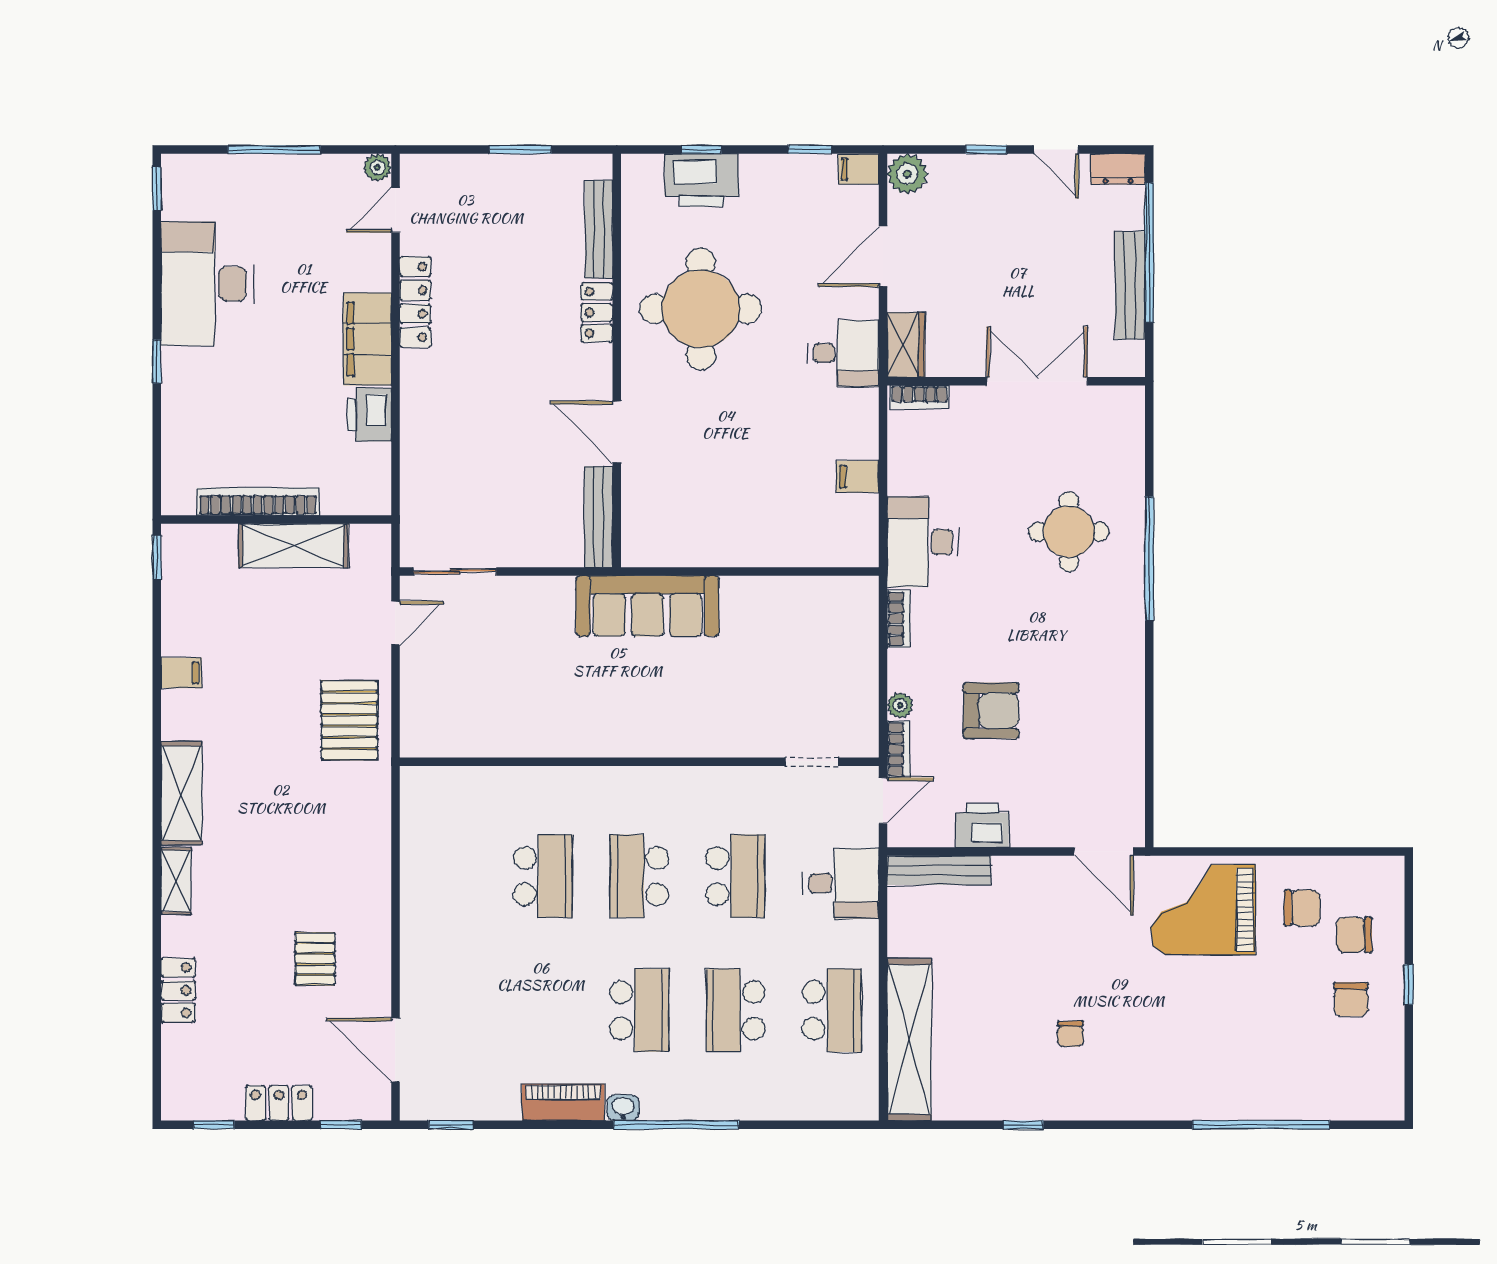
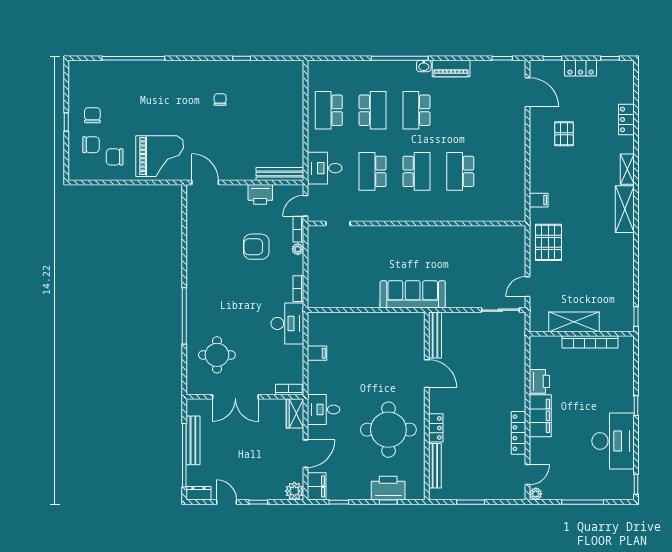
filing cabinet: (859, 169) -> (317, 486), width x2.00
round table: (1069, 532) -> (217, 355), moved
filing cabinet: (181, 673) -> (539, 200), moved, turned 180
shelving: (909, 1040) -> (293, 97), removed

